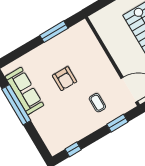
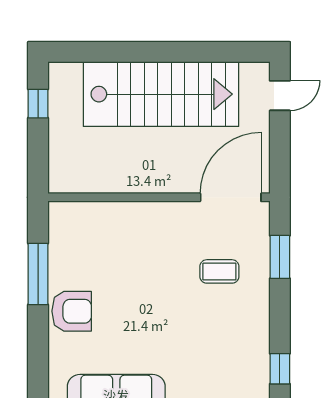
armchair: (65, 79) -> (72, 311), moved

